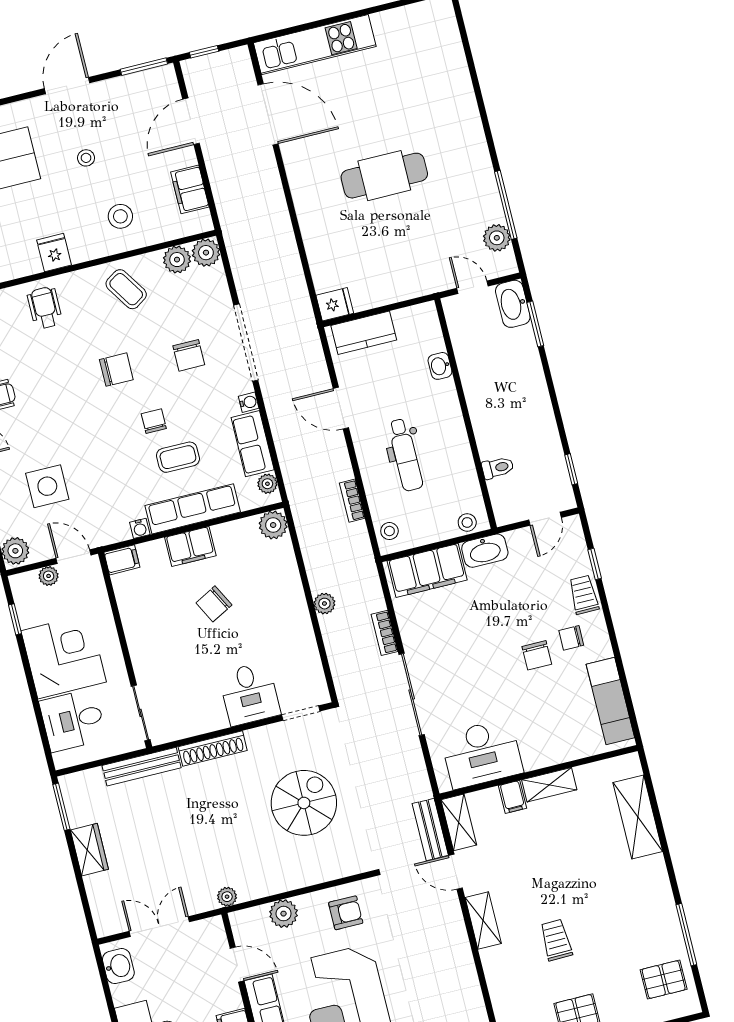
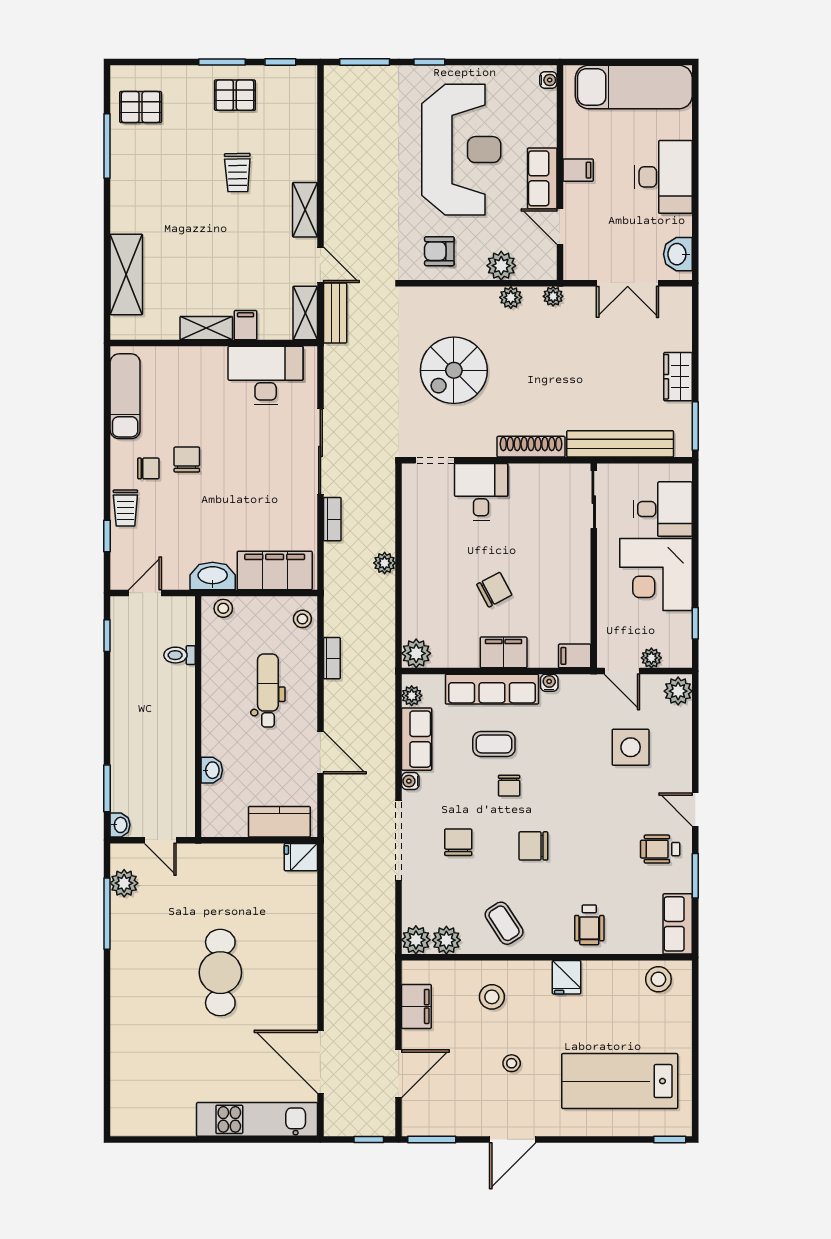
cafe table: (384, 176) -> (220, 973), turned 90
washbasin: (513, 304) -> (120, 825), width x0.52, depth x0.69
bench: (142, 767) -> (620, 444), width x1.37, depth x1.21
plant: (267, 886) -> (511, 297), added

